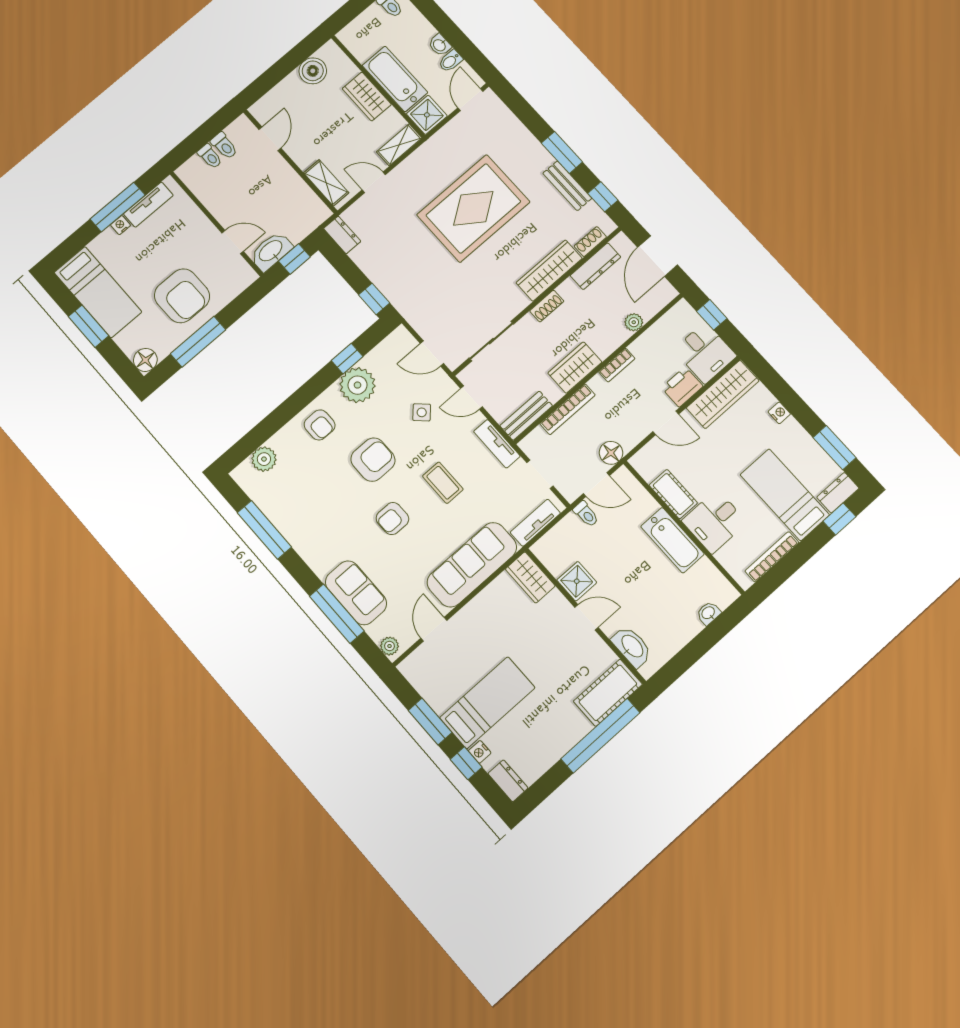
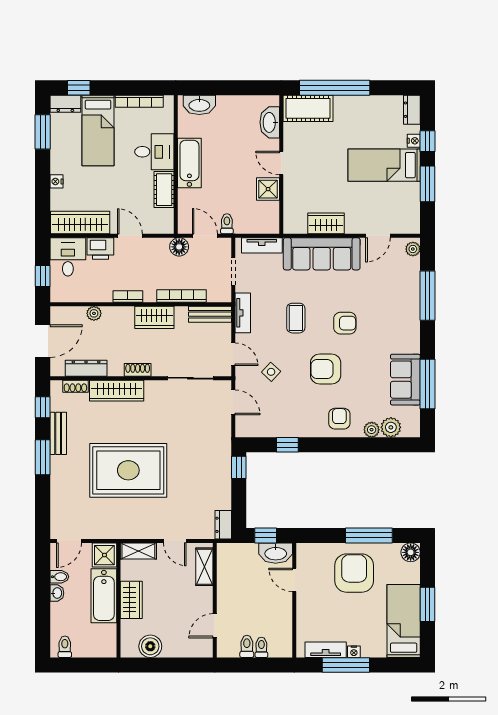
plant: (357, 385) -> (372, 430), moved, width x0.53, depth x0.53
wardrobe: (530, 577) -> (326, 223), moved, turned -90
sofa: (356, 593) -> (405, 380), moved
washbasin: (708, 613) -> (199, 105), width x1.91, depth x1.45

